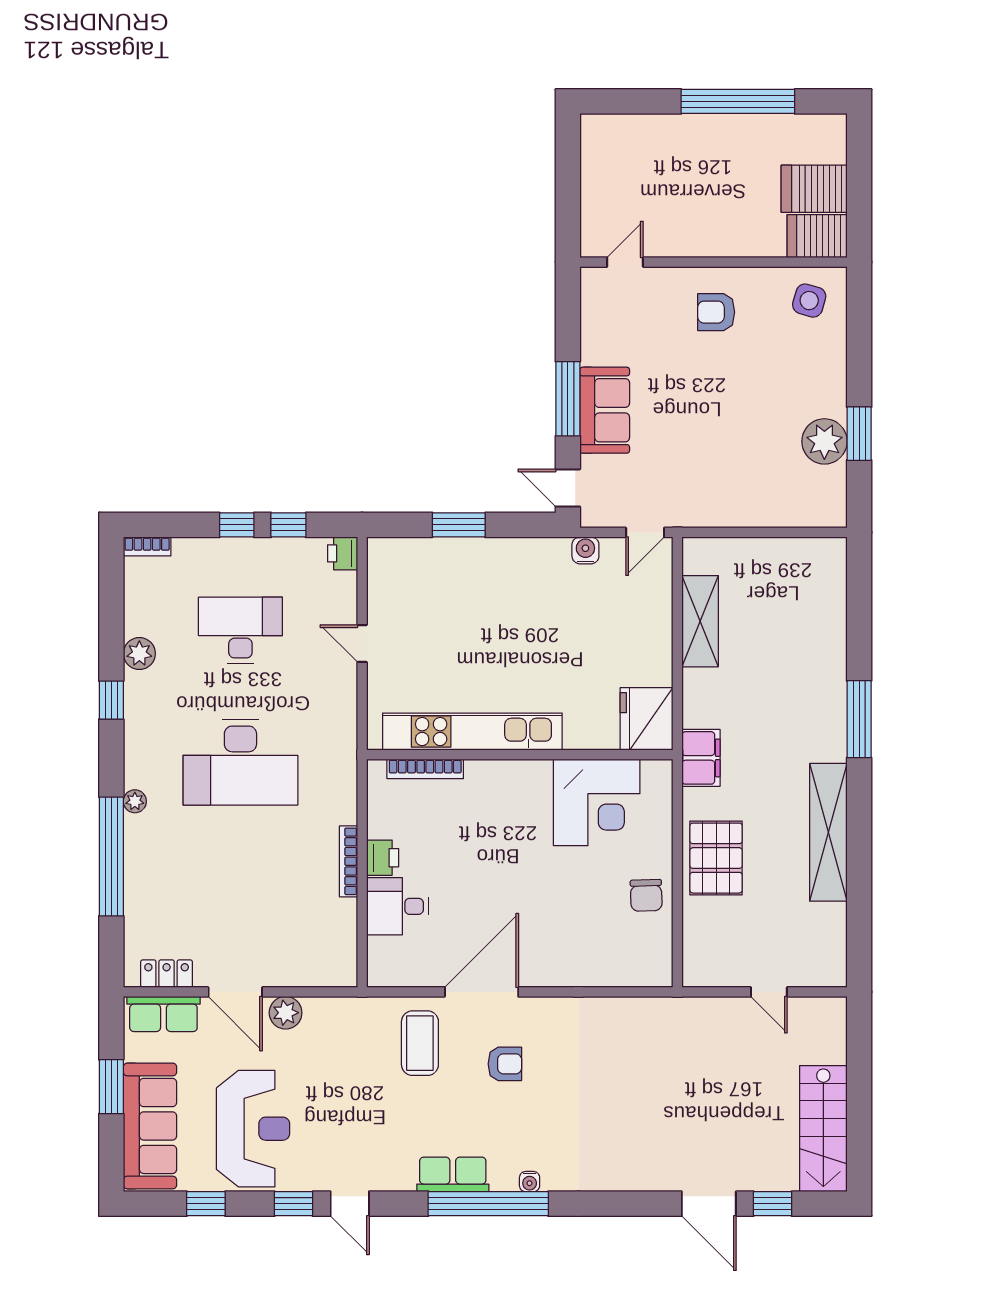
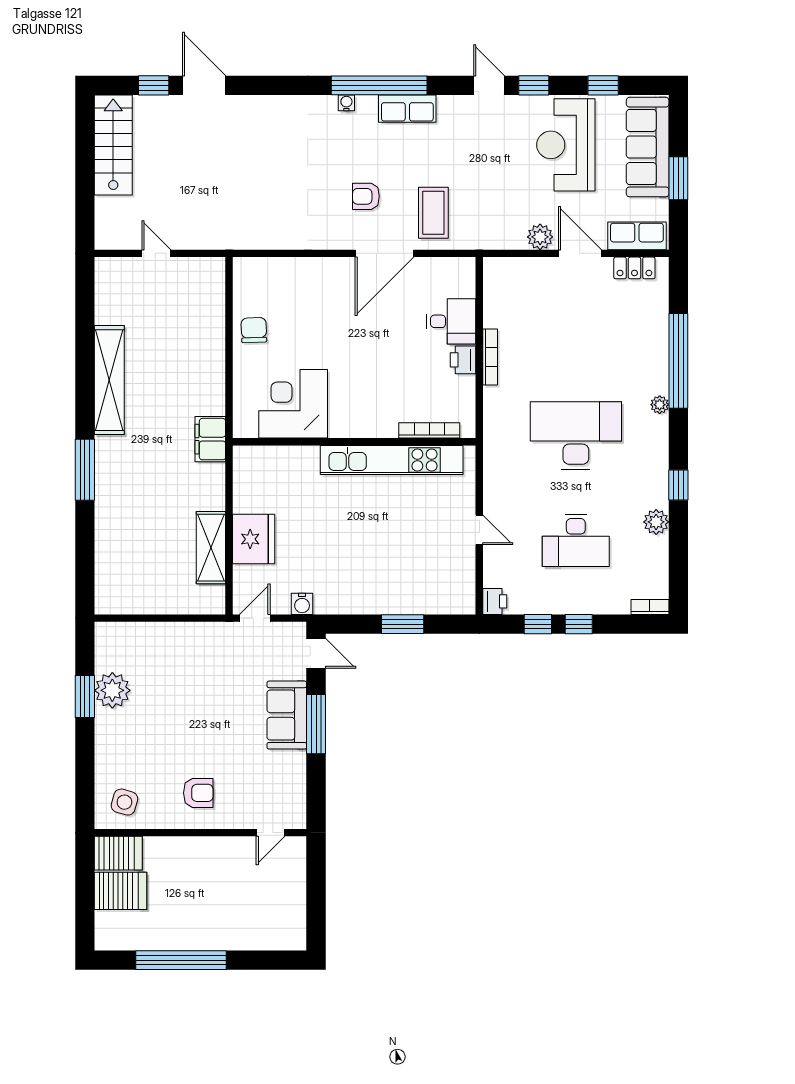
fridge: (646, 719) -> (254, 539), moved
pallet: (716, 858) -> (198, 360), removed

